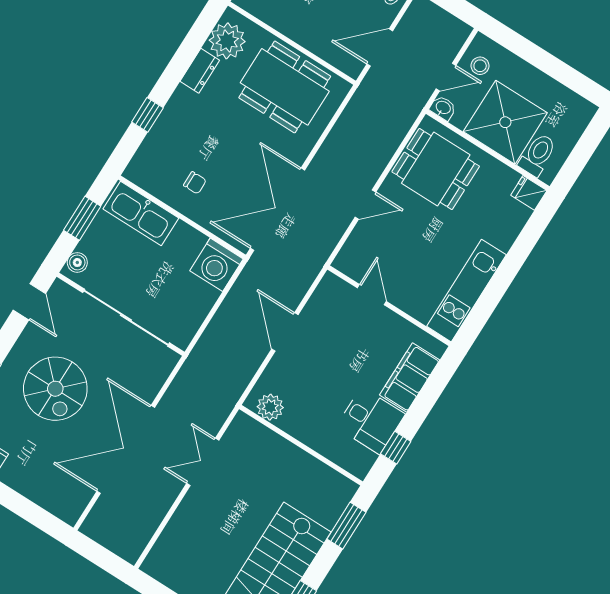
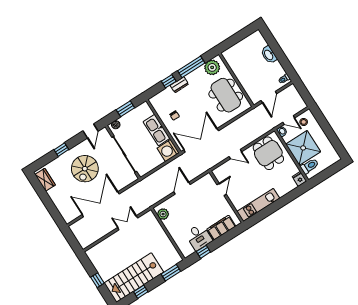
door: (380, 48) -> (269, 97), swing flipped
window: (182, 61) -> (191, 67), added
dresser: (200, 71) -> (179, 85), moved
kitchen sink: (141, 214) -> (157, 130), moved

